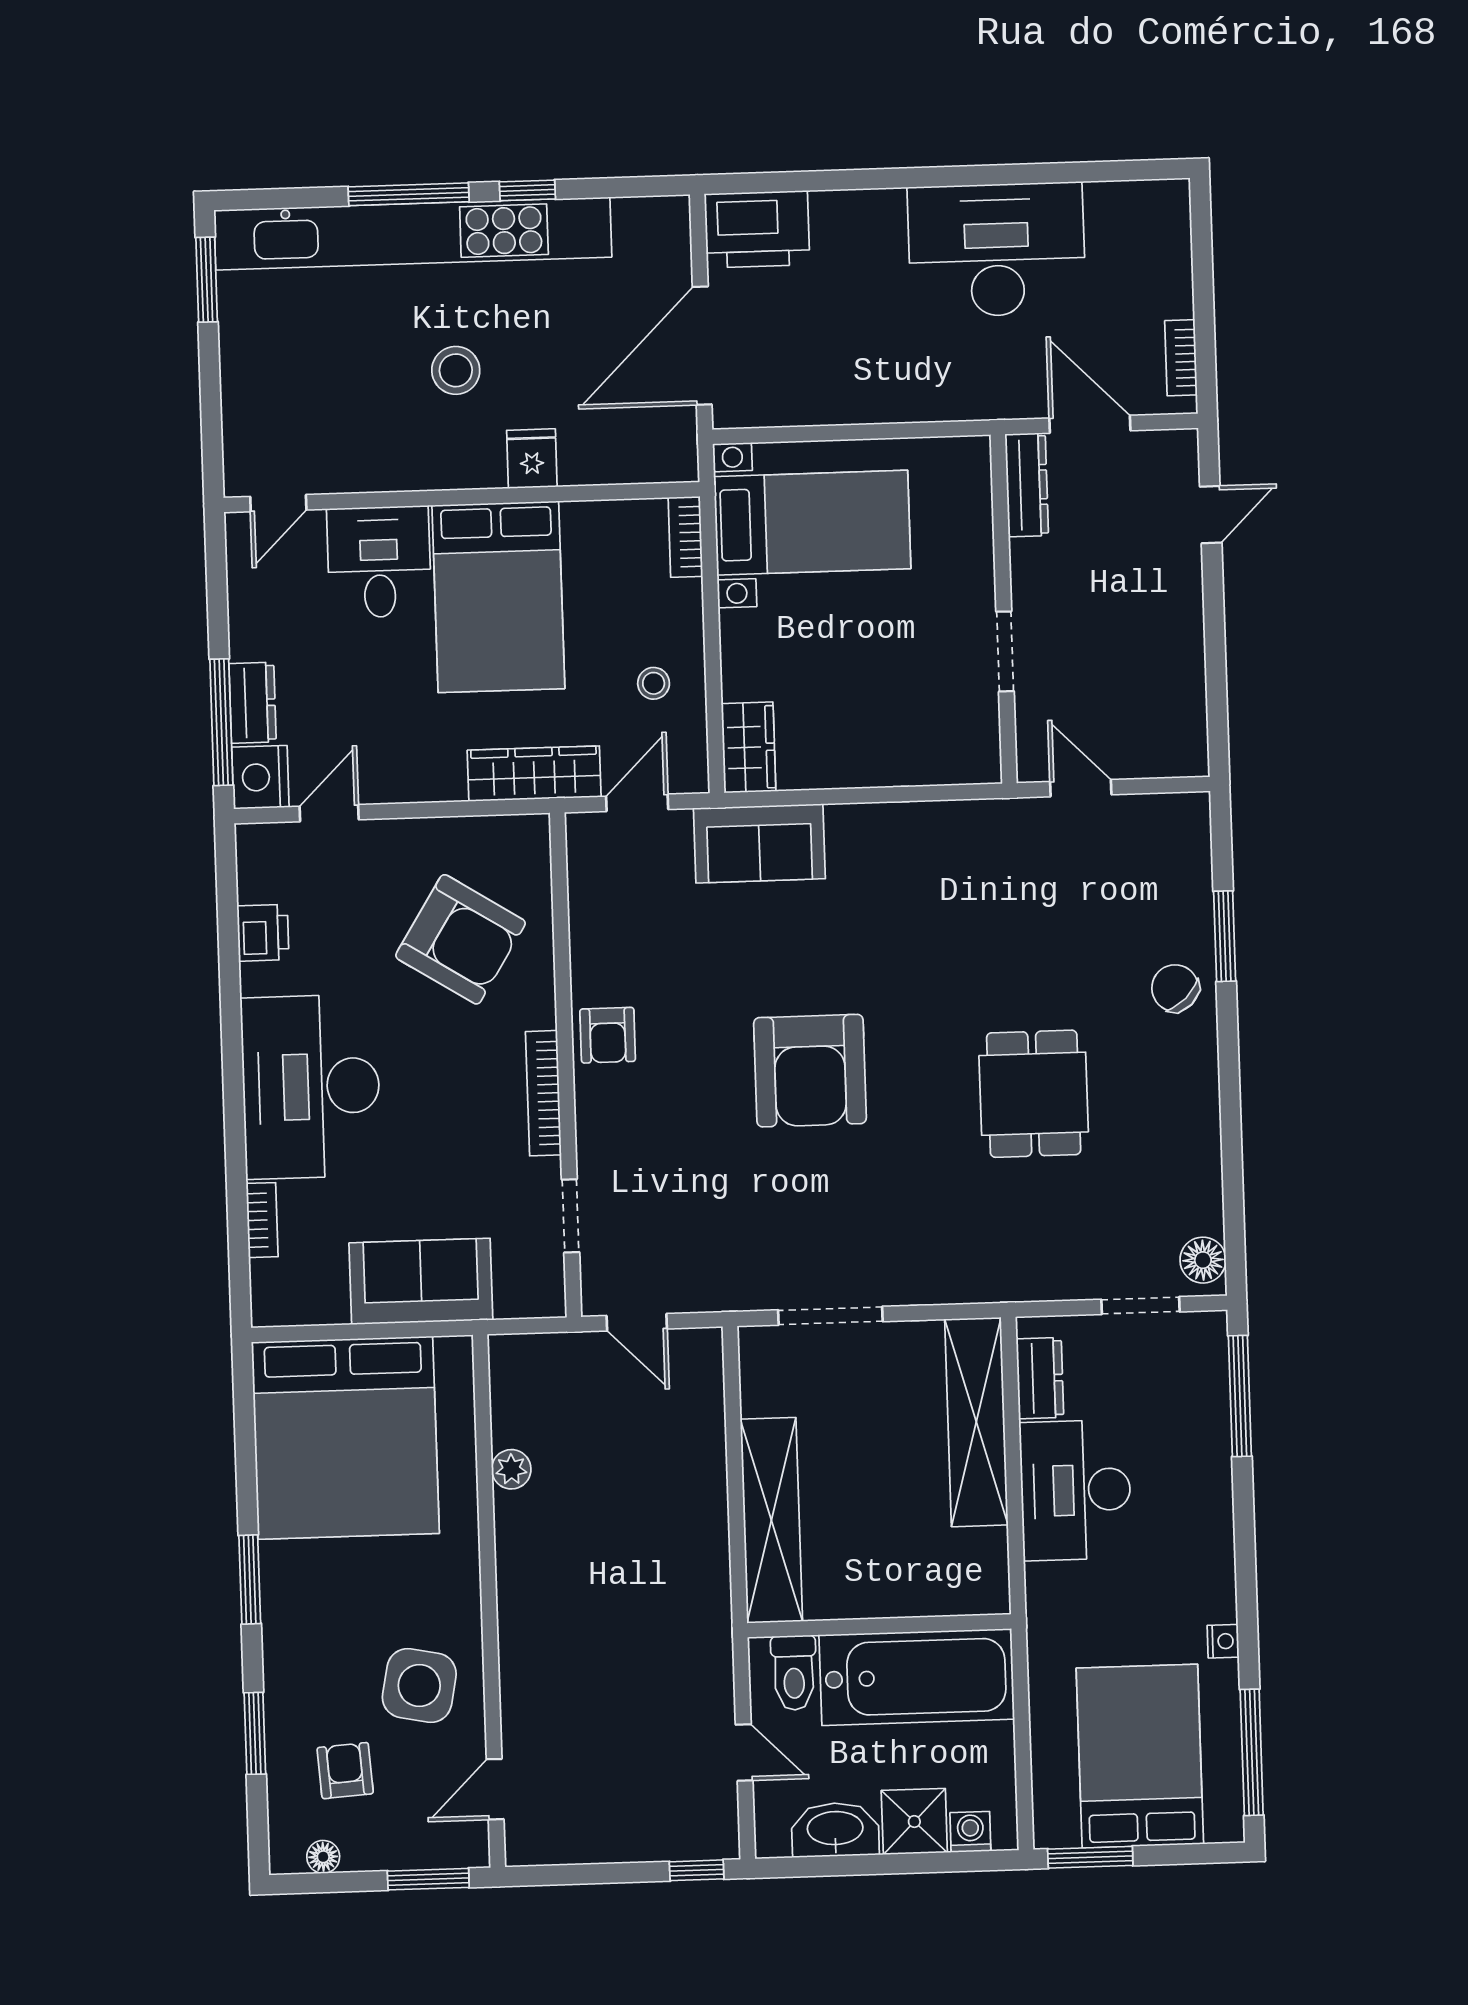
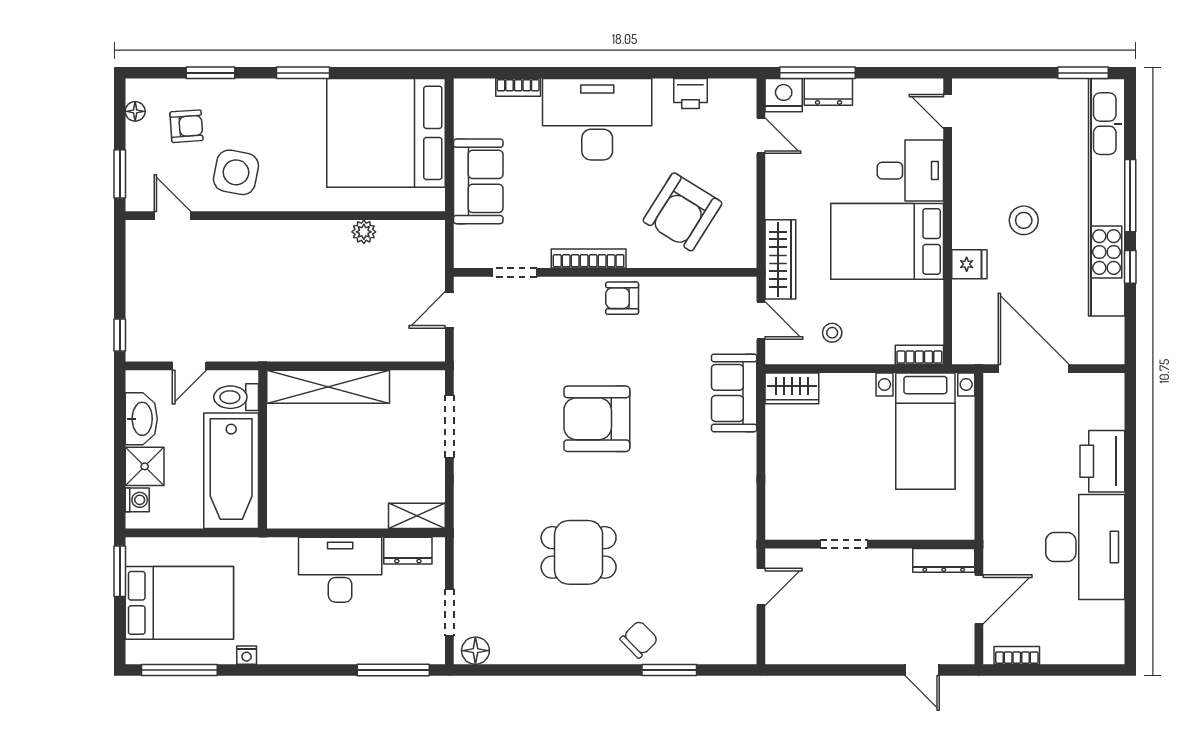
printer: (757, 229) -> (1102, 461), moved
shelving: (976, 1422) -> (417, 516), width x0.45, depth x0.75

